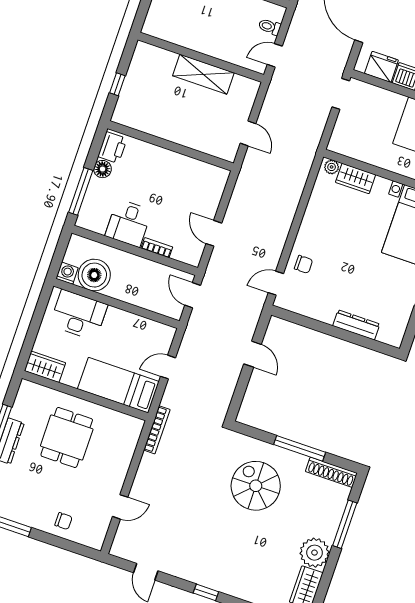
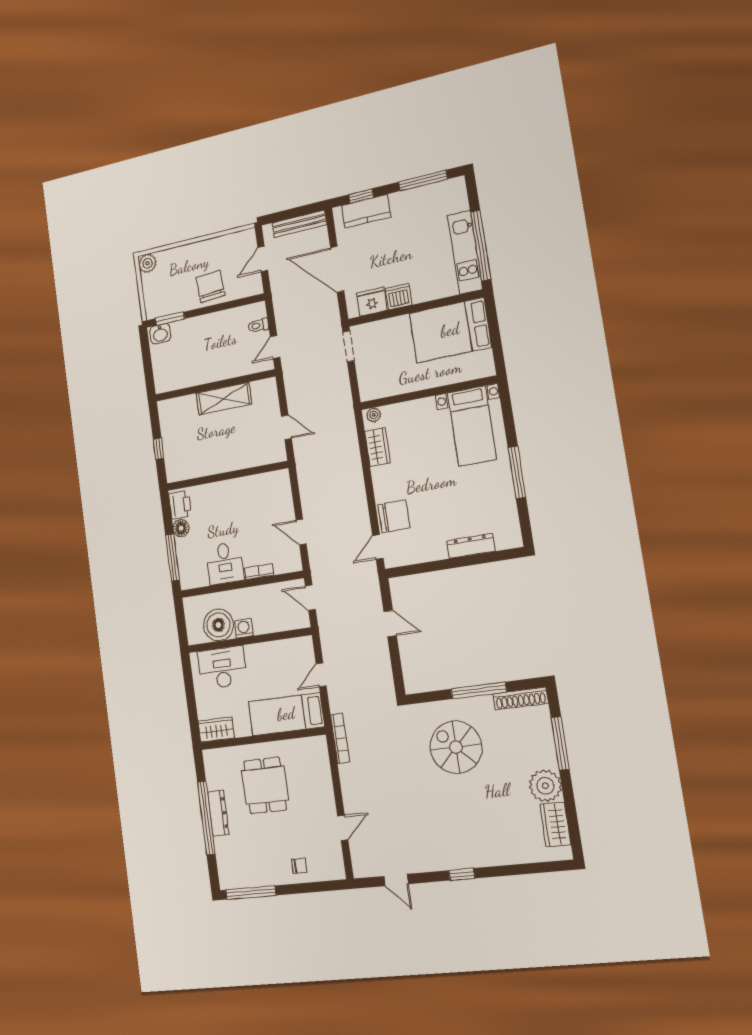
wardrobe: (356, 178) -> (377, 447), moved, turned -90
chair: (303, 264) -> (394, 516), width x1.87, depth x1.87
washing machine: (67, 273) -> (244, 628), moved

